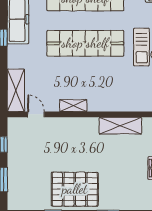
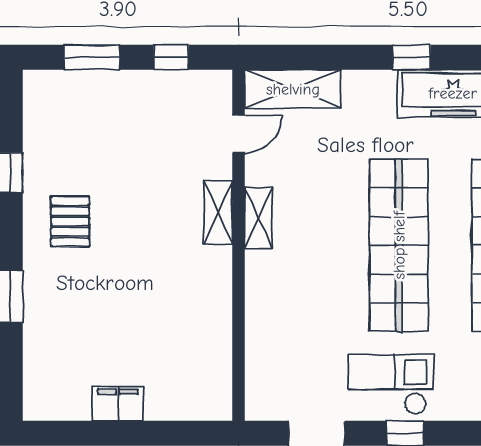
shelving: (120, 126) -> (218, 212), moved, width x0.67, depth x0.75
pallet: (75, 189) -> (70, 221), width x0.49, depth x0.50

